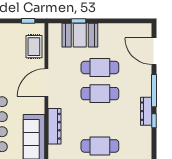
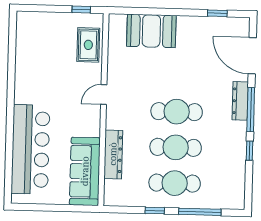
window: (79, 21) -> (217, 13), moved
cafe table: (100, 67) -> (176, 147), moved
door: (46, 83) -> (104, 94), width x0.53
dresser: (146, 111) -> (240, 101), moved

